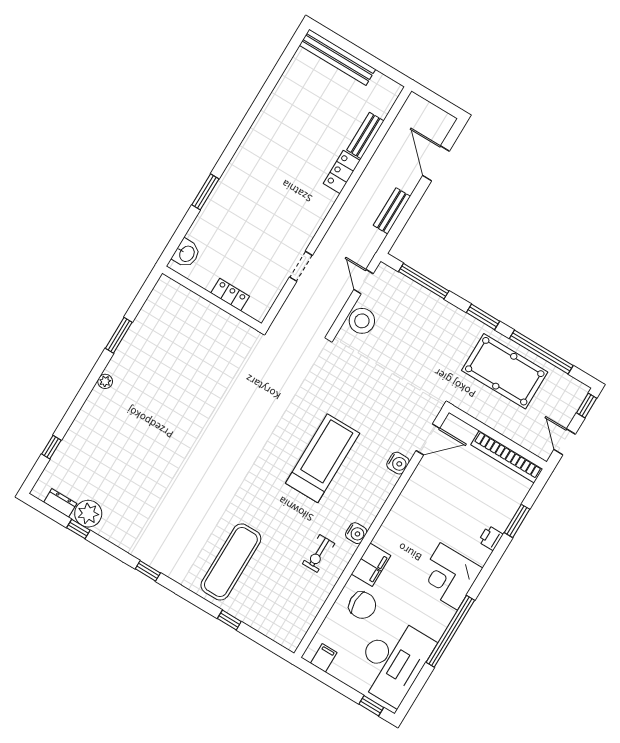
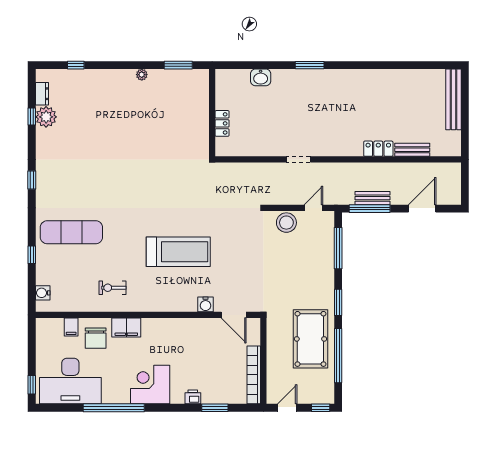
window: (401, 221) -> (370, 209), added
locker: (230, 295) -> (222, 123), moved
wall: (212, 298) -> (212, 113), moved
water cooler: (356, 533) -> (43, 293), moved, turned 90
filing cabinet: (324, 658) -> (71, 327), moved, turned 90

